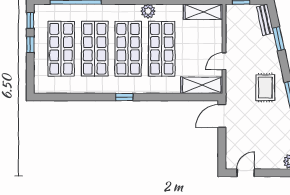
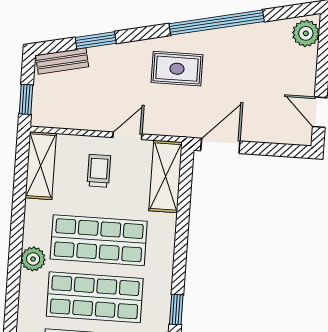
trolley: (202, 46) -> (99, 171), added
door: (224, 61) -> (127, 136), swing flipped
door: (222, 116) -> (220, 146), swing flipped

